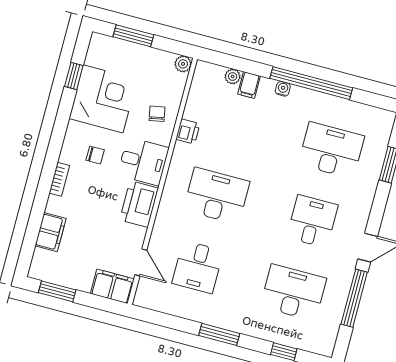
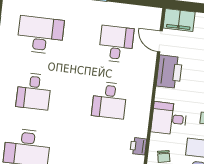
desk: (217, 196) -> (109, 100), width x0.73
printer: (139, 204) -> (169, 72), moved
desk: (293, 292) -> (40, 35), turned 180

